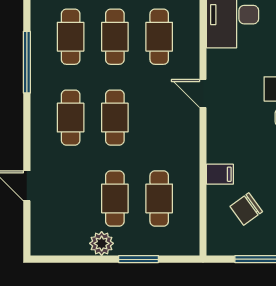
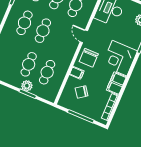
chair: (231, 133) -> (89, 58), added
plant: (102, 243) -> (27, 86), moved

